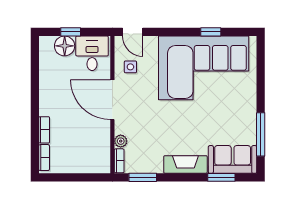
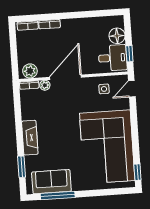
window: (71, 32) -> (129, 54), moved
window: (211, 32) -> (137, 172), moved
door: (112, 100) -> (66, 77), moved
plant: (101, 159) -> (30, 71), added
sofa: (233, 159) -> (51, 182), moved, turned -90
window: (143, 177) -> (17, 105), removed

